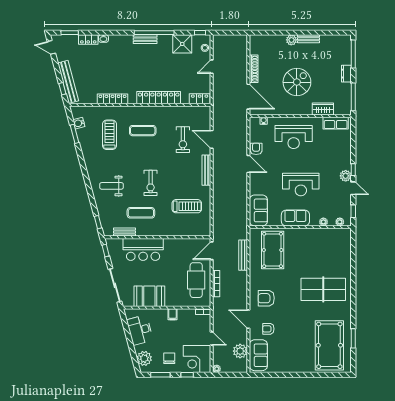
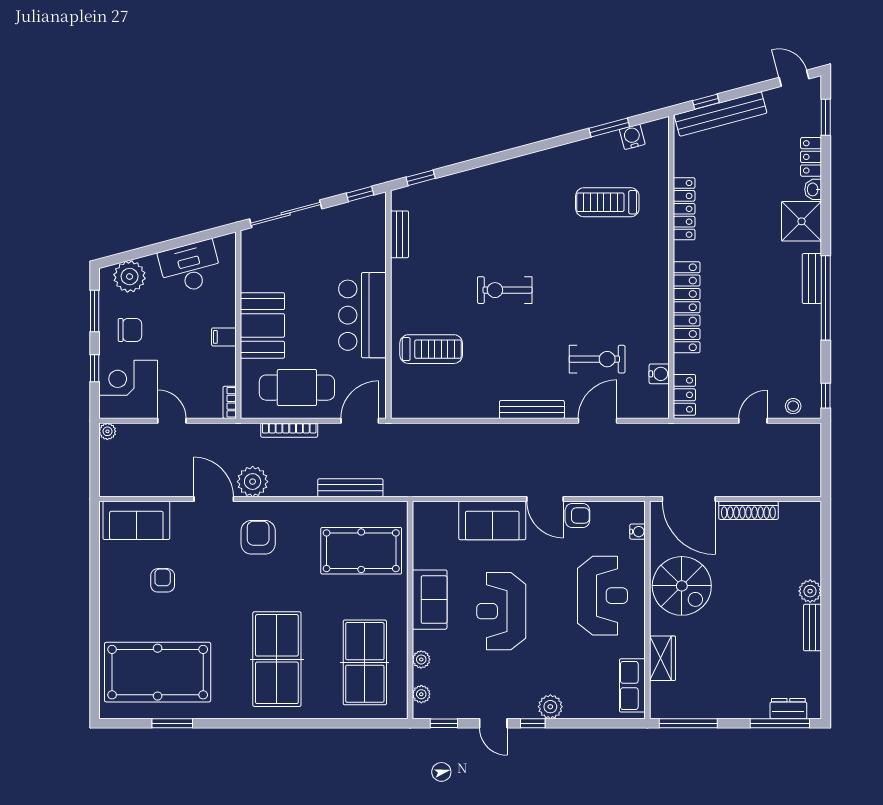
shower: (182, 44) -> (802, 221), moved
door: (51, 47) -> (794, 78), hinge flipped
door: (212, 67) -> (753, 421), hinge flipped
dresser: (346, 74) -> (788, 709), moved
spiral stairs: (297, 82) -> (682, 586), moved
door: (248, 97) -> (689, 499), hinge flipped
water cooler: (190, 111) -> (659, 374), added
exercise mat: (143, 131) -> (616, 273), removed
treadmill: (109, 135) -> (607, 202), turned 180
reception desk: (294, 137) -> (602, 596), turned 180
exercise bike: (183, 140) -> (597, 359), turned 180
door: (248, 164) -> (545, 499), hinge flipped
plant: (346, 176) -> (550, 707), moved
weight bench: (111, 186) -> (498, 207), removed
door: (353, 188) -> (493, 723), hinge flipped
treadmill: (187, 206) -> (431, 349), moved, turned -90
sofa: (258, 210) -> (492, 521), moved
exercise mat: (141, 213) -> (441, 269), removed
table tennis table: (325, 248) -> (365, 662), added
bar counter: (143, 249) -> (362, 315), moved
door: (212, 251) -> (360, 421), hinge flipped
booth: (149, 296) -> (262, 325), moved
door: (248, 319) -> (214, 499), hinge flipped
armchair: (268, 329) -> (163, 580), moved
door: (212, 339) -> (172, 421), swing flipped
plant: (240, 351) -> (253, 482), moved

